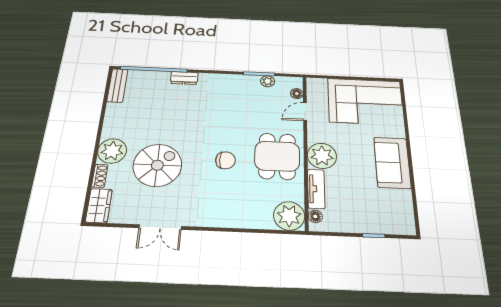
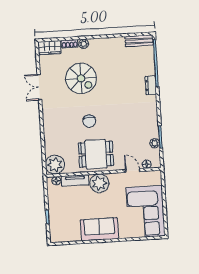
plant: (112, 151) -> (84, 44), width x0.53, depth x0.53

